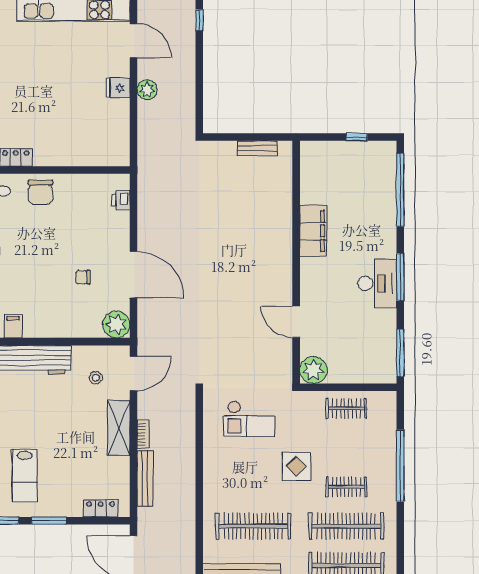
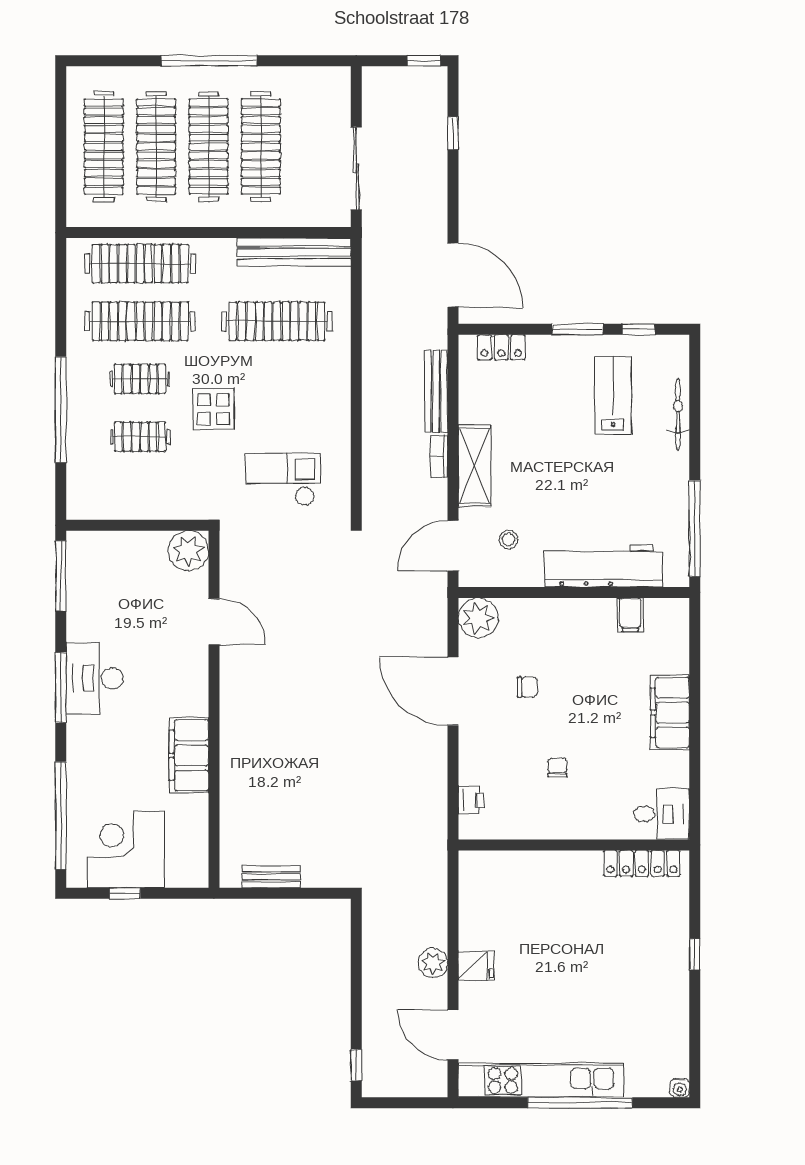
corner desk: (356, 167) -> (126, 849), added
chair: (40, 192) -> (557, 767), moved, width x0.54, depth x0.54
clothes rail: (346, 408) -> (140, 437), moved

